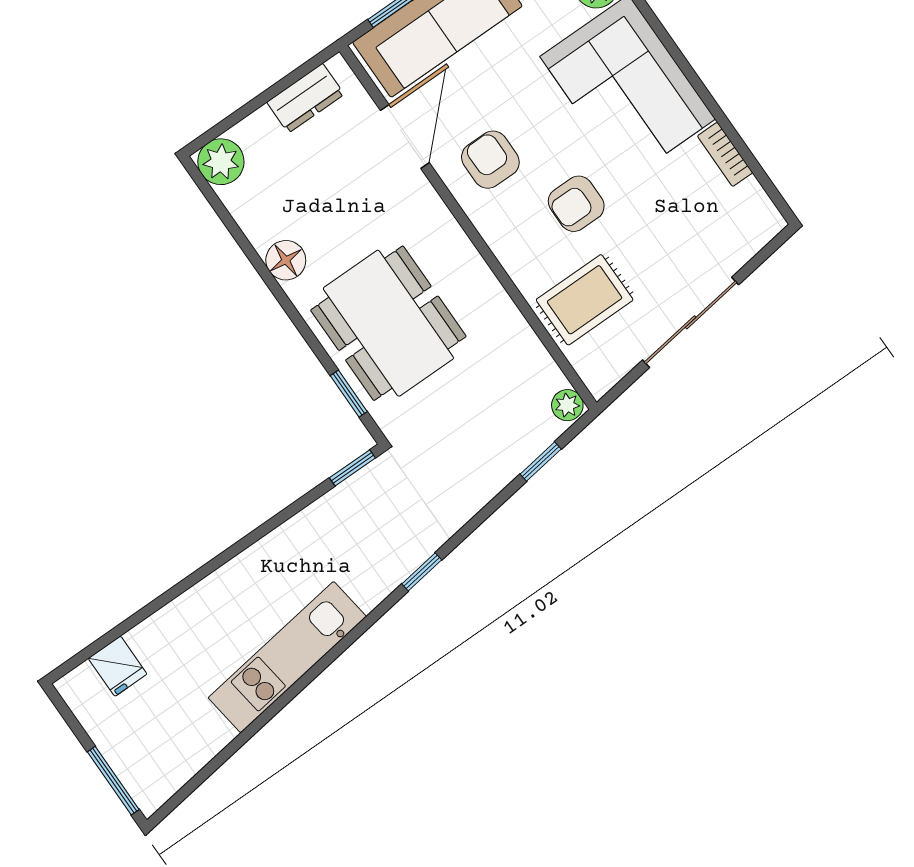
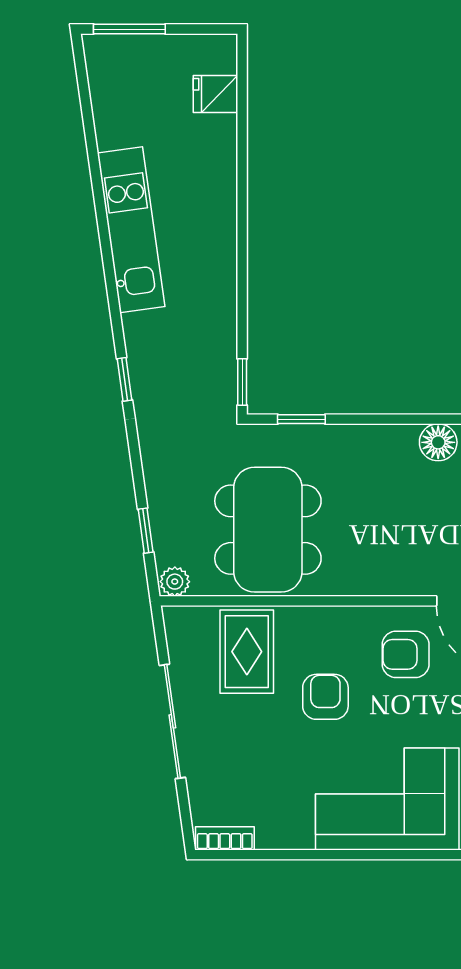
bookcase: (725, 154) -> (225, 838), moved
armchair: (490, 160) -> (406, 654), turned 180
dining table: (388, 323) -> (268, 530), moved, turned 90

